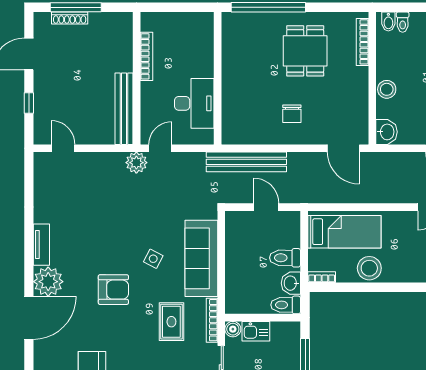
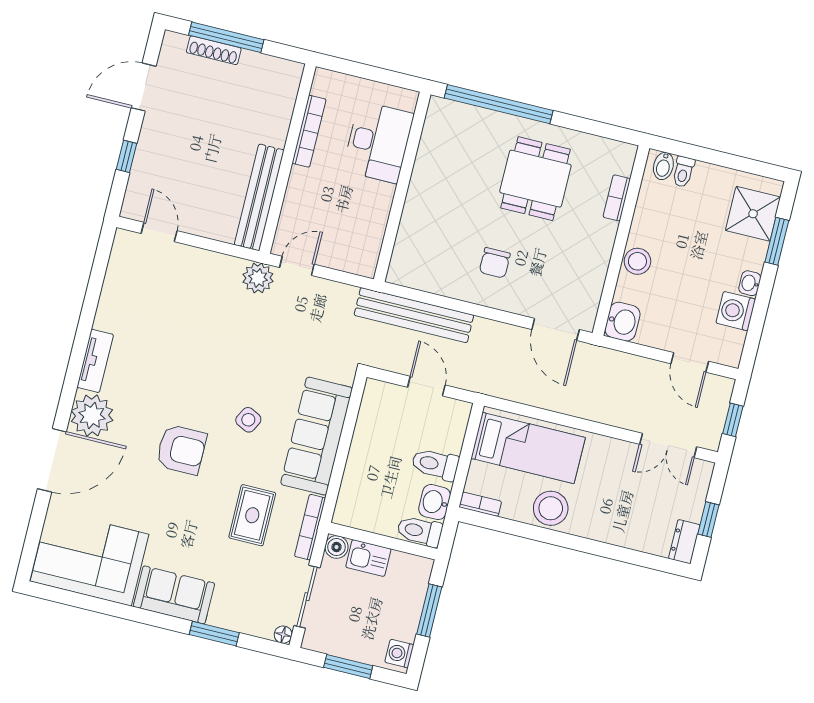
bookcase: (363, 42) -> (617, 198), width x0.64
desk: (194, 103) -> (378, 142), moved

